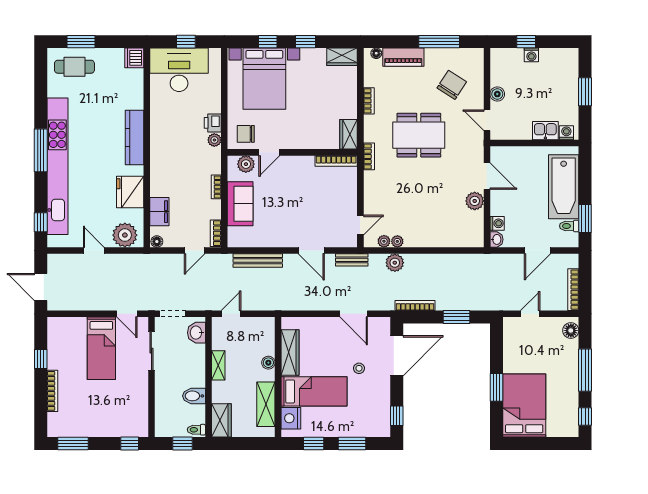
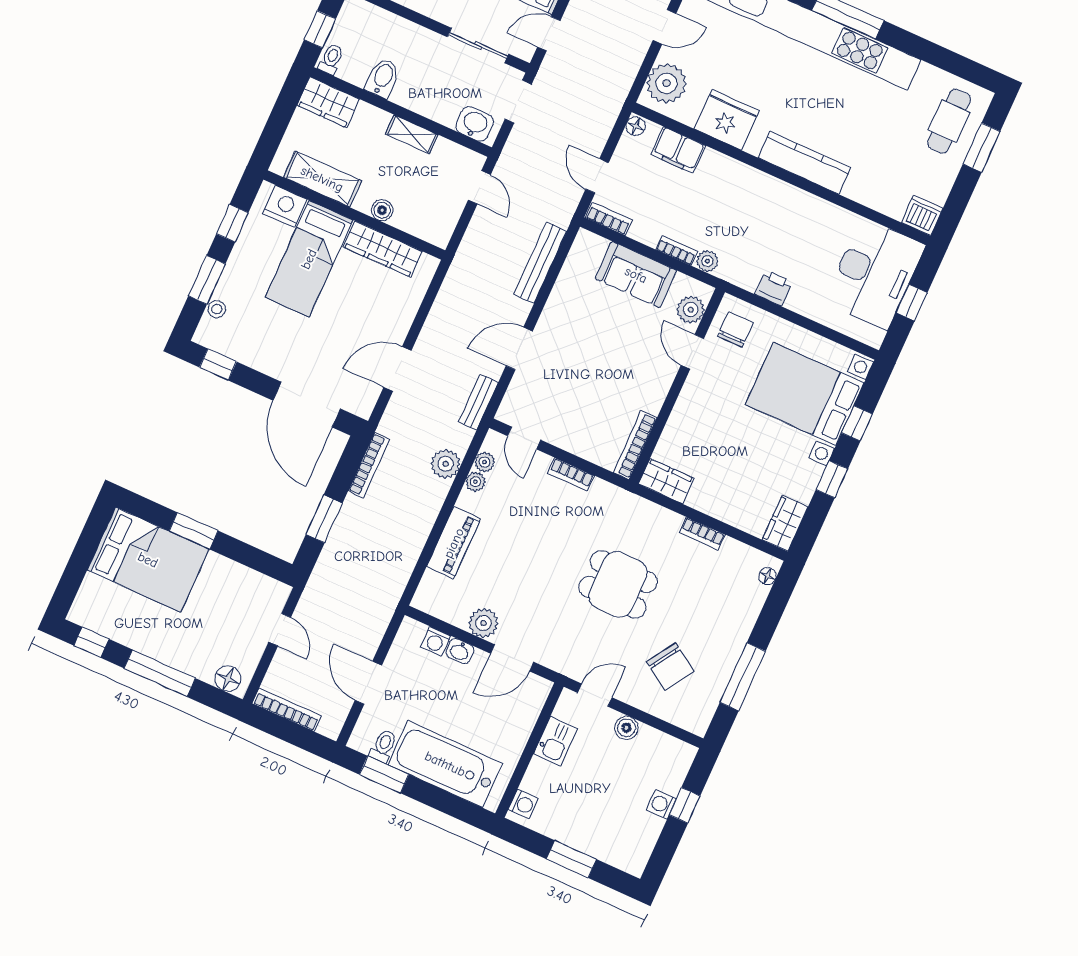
piano: (403, 57) -> (454, 543), moved, turned 180
kitchen sink: (545, 131) -> (555, 741), moved
dining table: (419, 135) -> (618, 584), width x0.73
plant: (214, 140) -> (707, 261), moved
bookcase: (369, 156) -> (571, 474), moved
washbasin: (496, 239) -> (460, 651), moved
stool: (359, 368) -> (217, 309), moved

